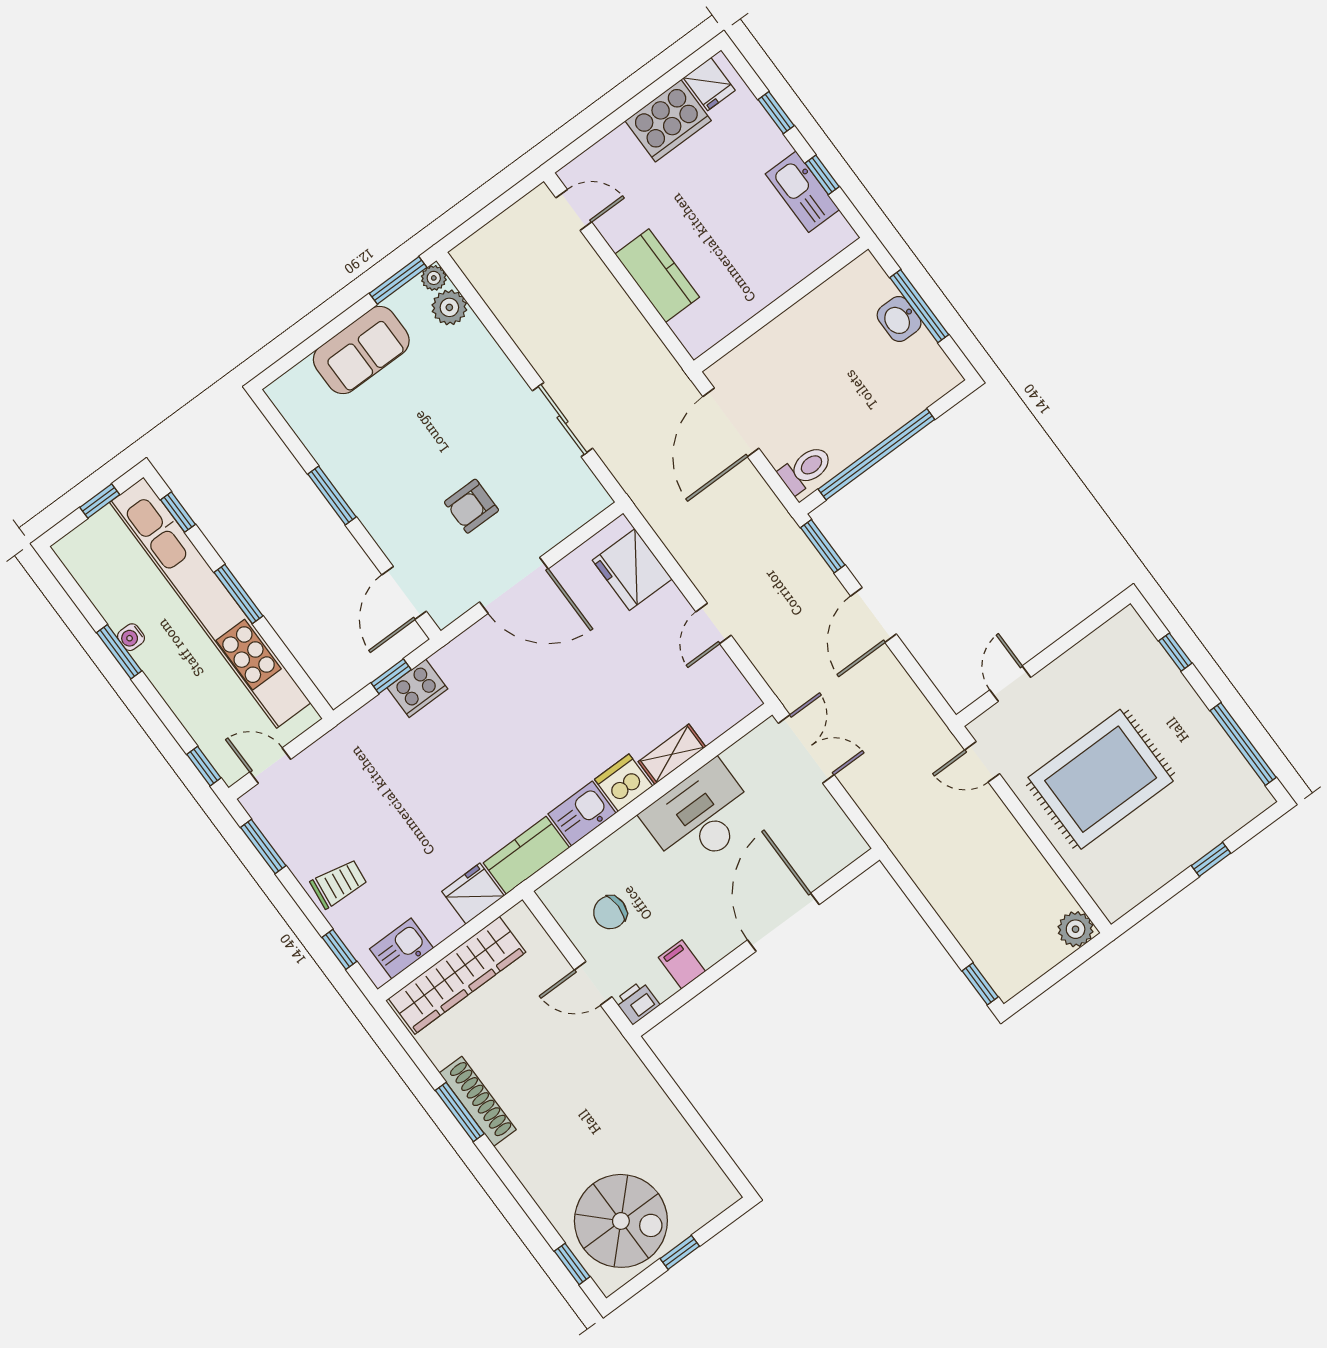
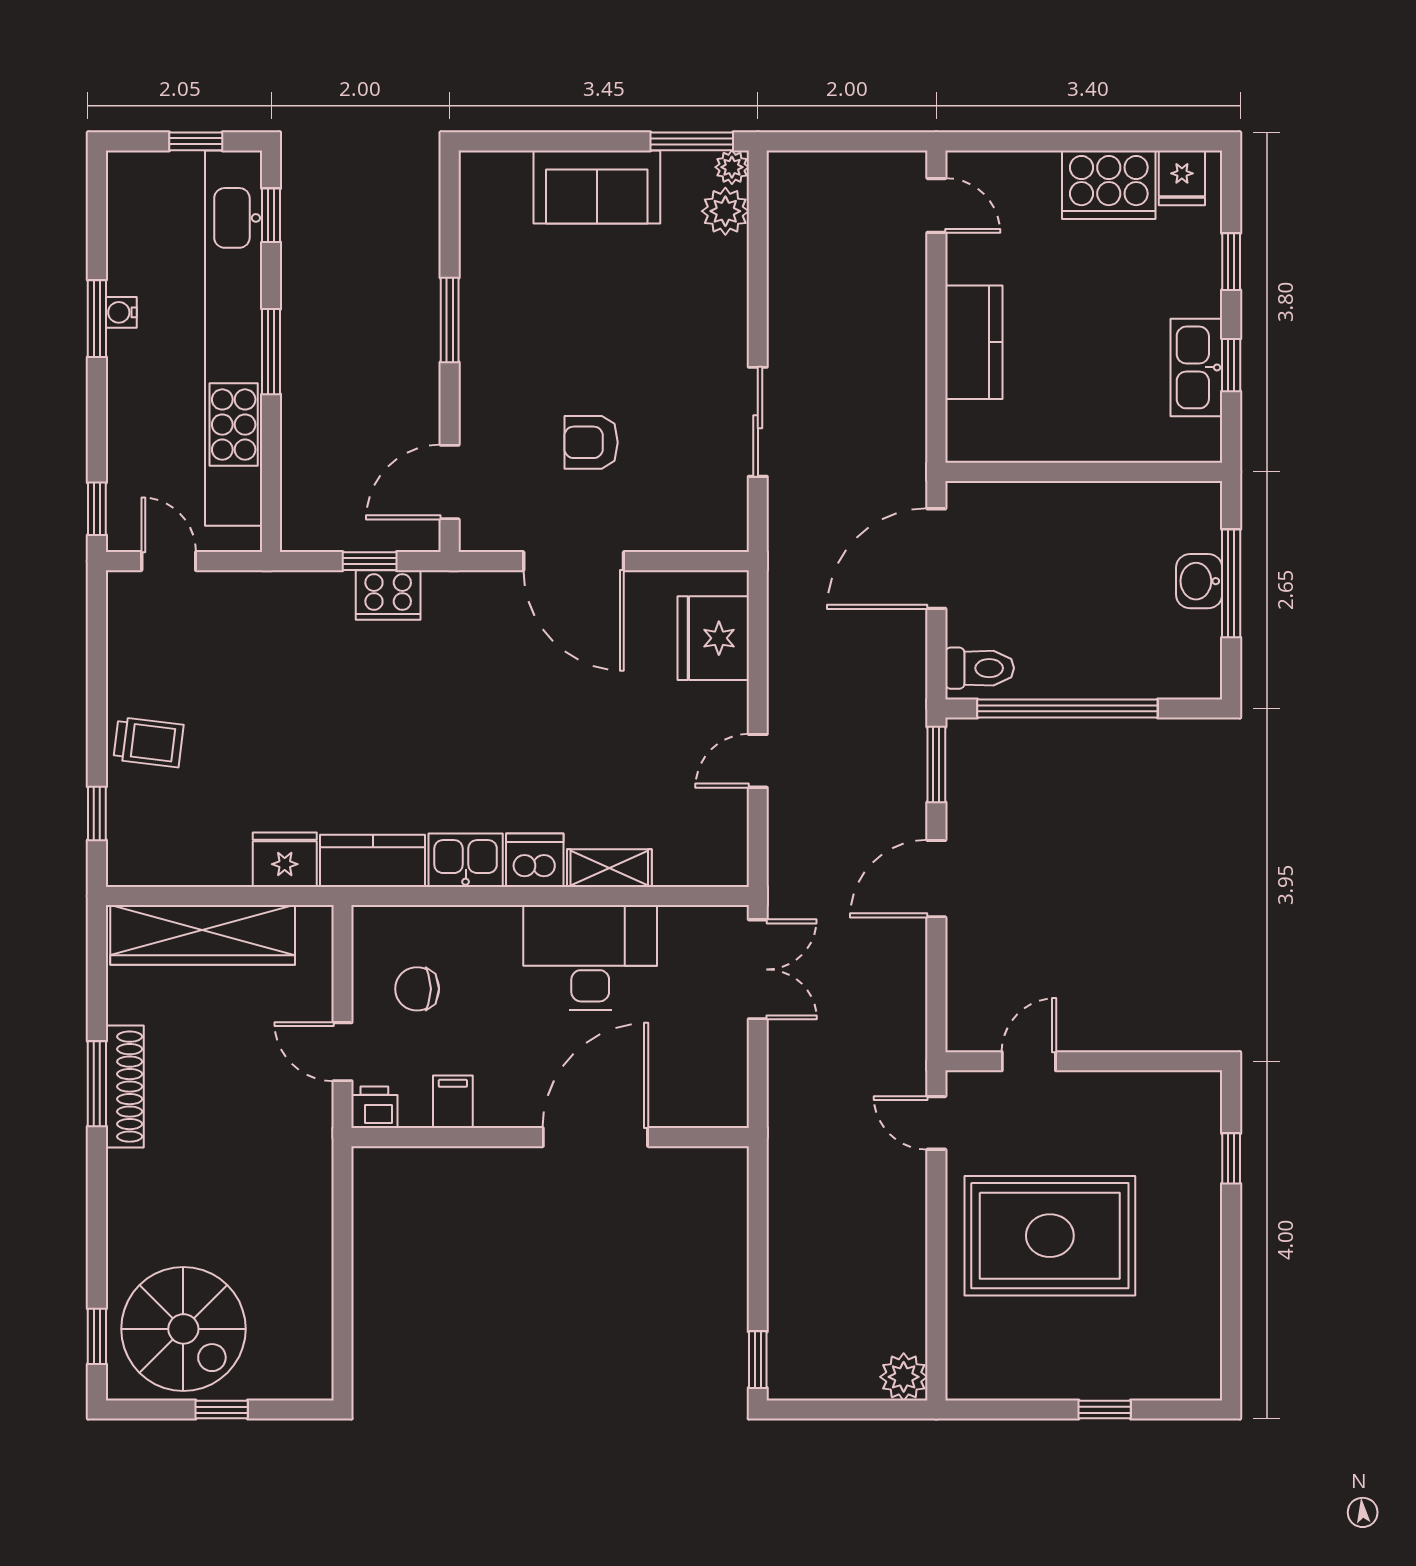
window: (1243, 744) -> (1231, 1311), removed
window: (263, 847) -> (97, 642), removed
kitchen sink: (401, 949) -> (164, 862), removed

